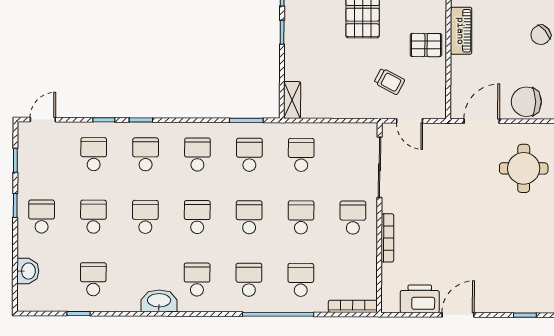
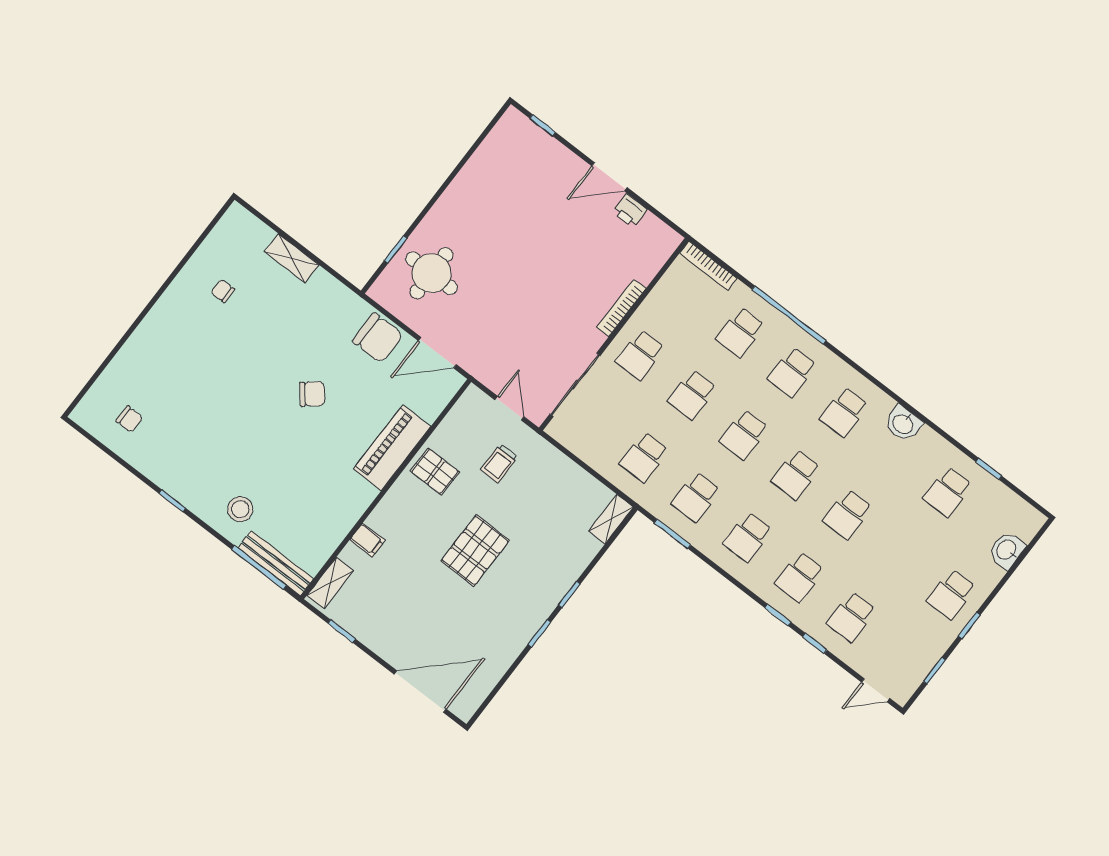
piano: (461, 31) -> (392, 448), width x1.37, depth x1.33
trolley: (389, 81) -> (499, 463), turned -118
school desk: (93, 217) -> (899, 554), removed
printer: (420, 299) -> (630, 211), width x0.53, depth x0.68
washbasin: (159, 301) -> (903, 424), width x0.72

